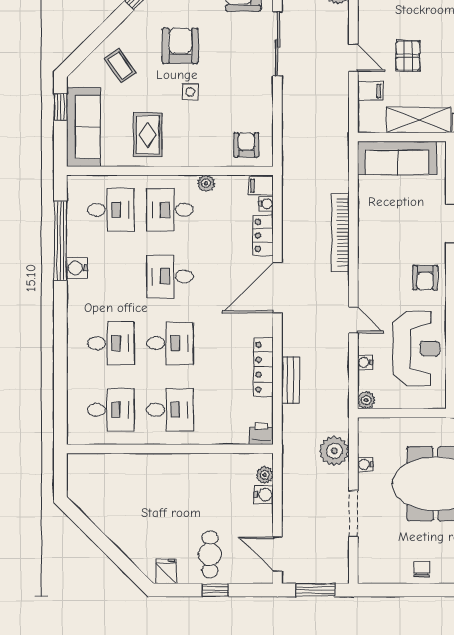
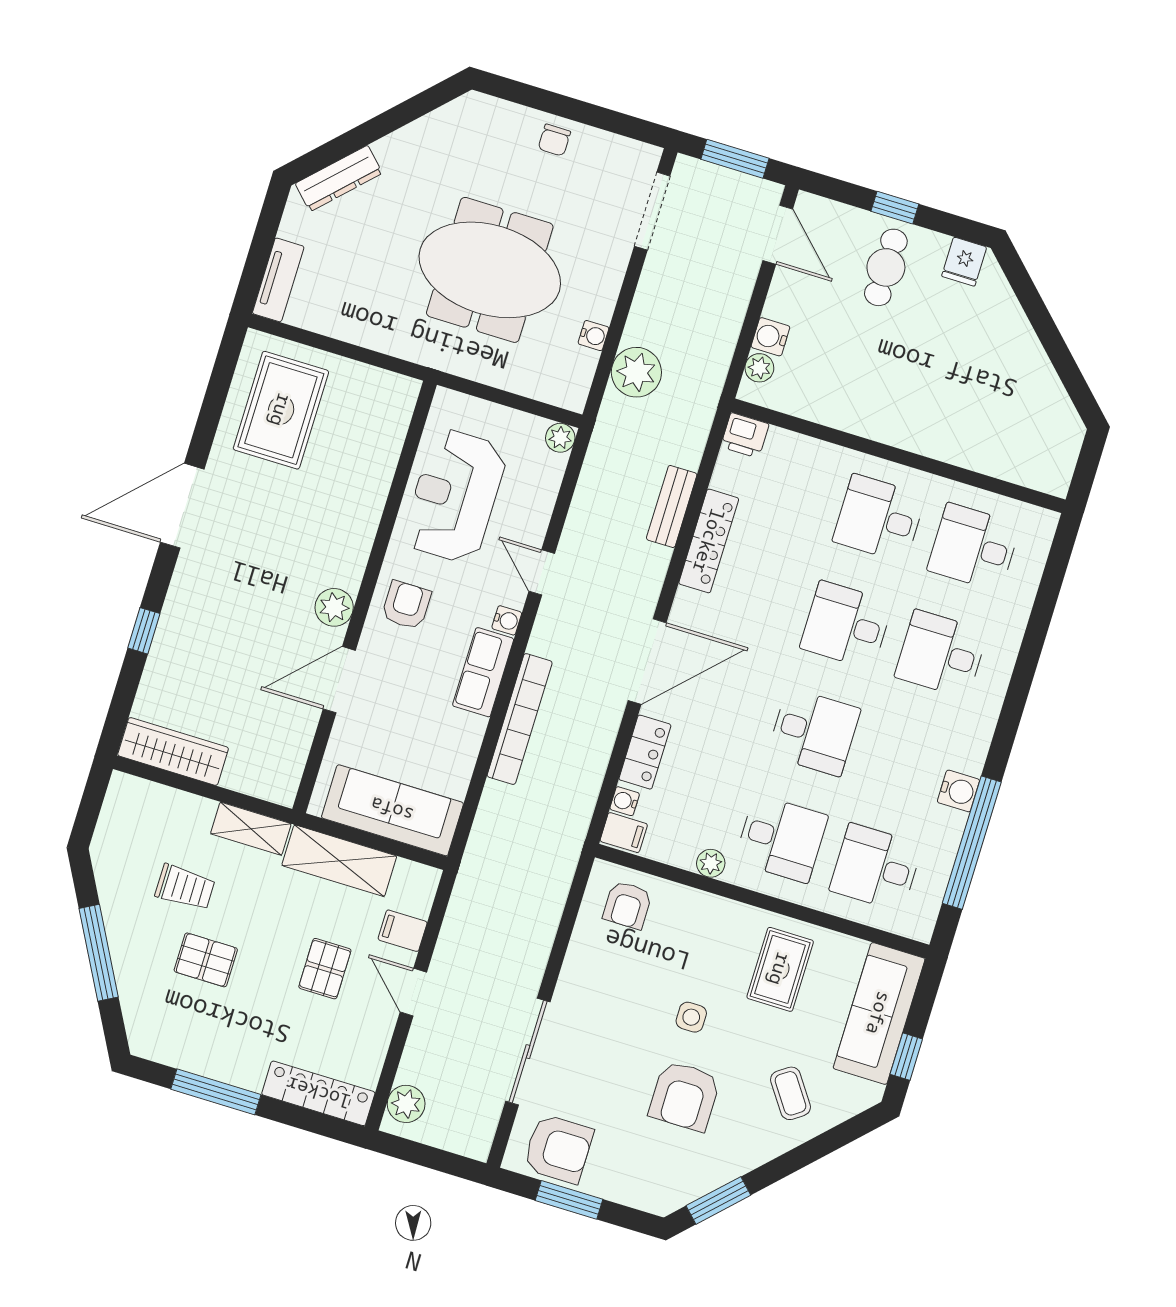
row of seats: (369, 253) -> (483, 672), added
water cooler: (365, 362) -> (507, 620), moved
doorway: (353, 514) -> (652, 211), moved

